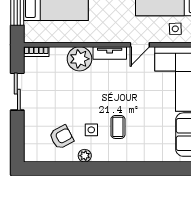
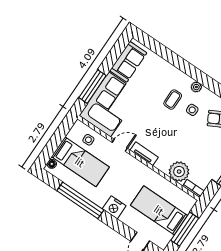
plant: (80, 59) -> (179, 172), moved
plant: (85, 156) -> (196, 87), moved

